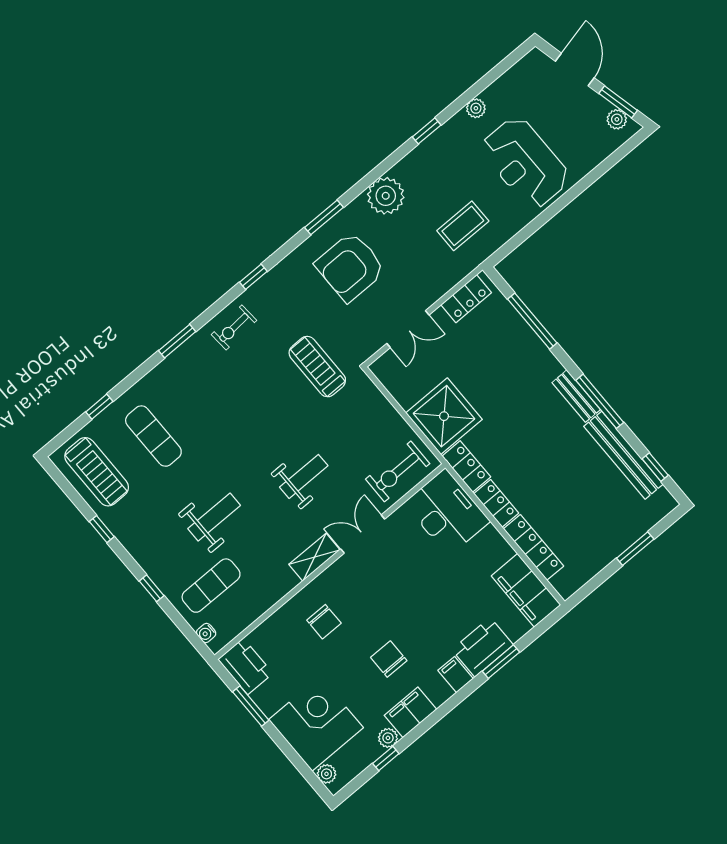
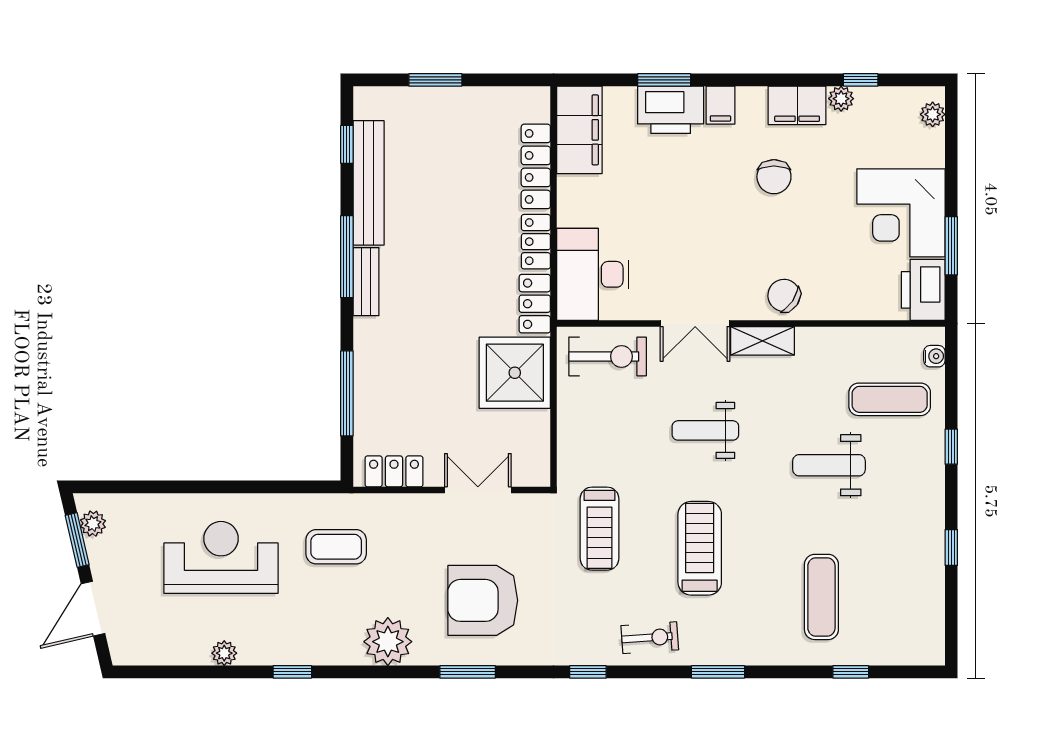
reception desk: (525, 163) -> (221, 557), turned -90
armchair: (350, 267) -> (483, 600), turned 180
treadmill: (97, 472) -> (700, 548), moved
chair: (324, 622) -> (784, 295), moved, turned -56
corner desk: (316, 724) -> (901, 213), moved

